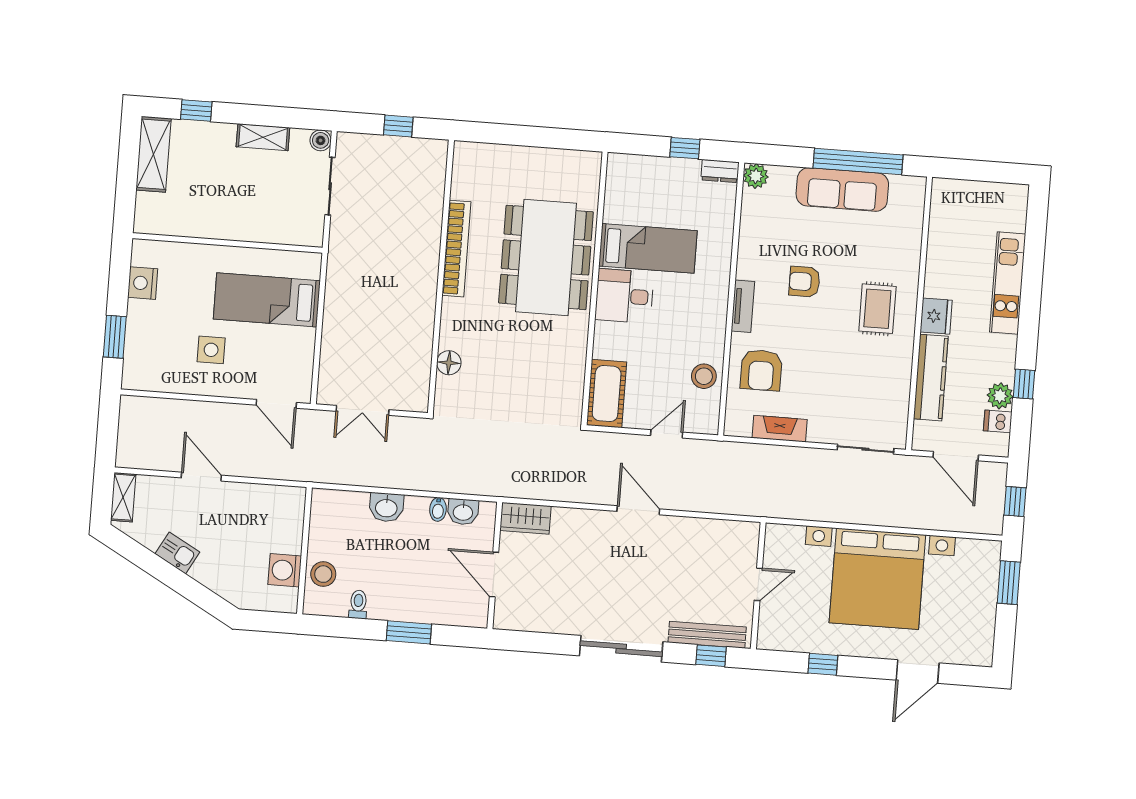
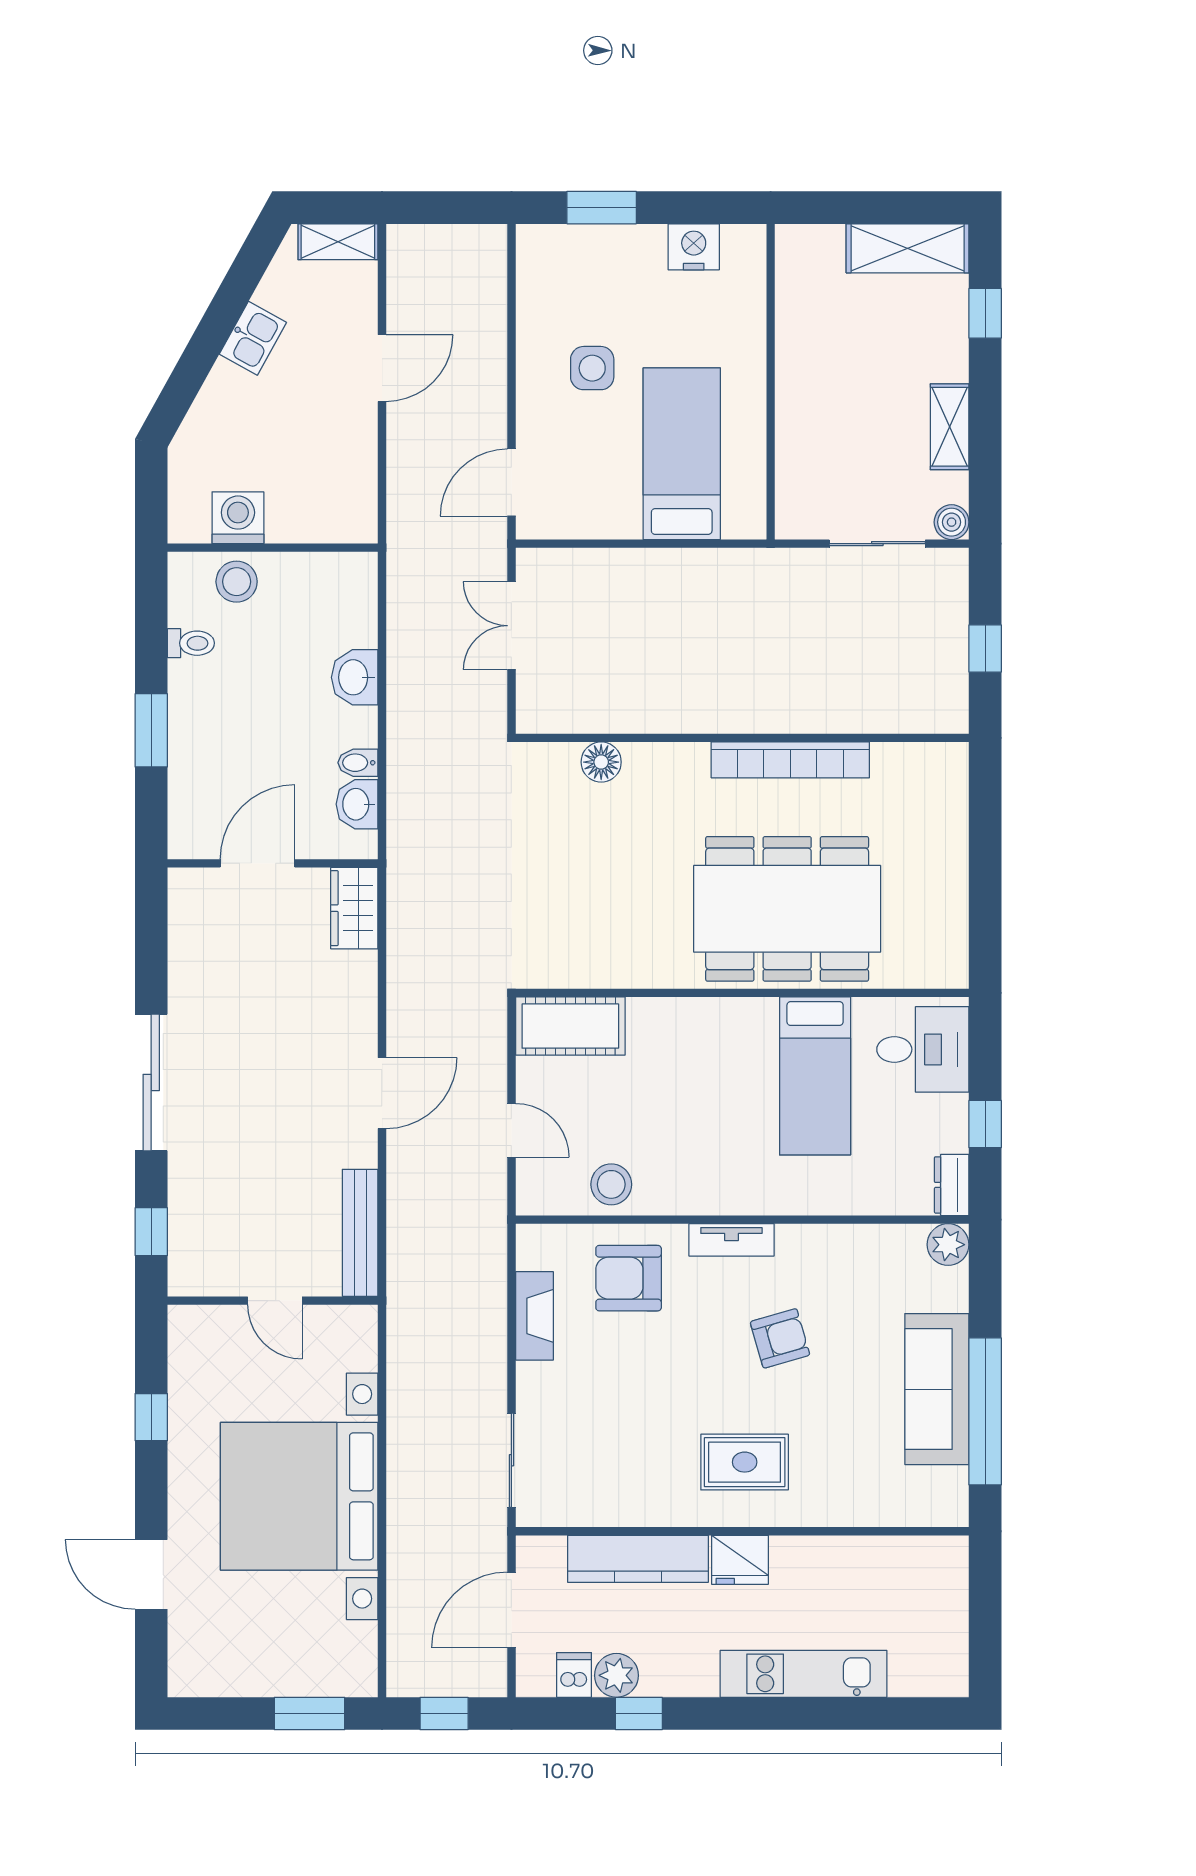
armchair: (805, 282) -> (780, 1338), turned 74
desk: (624, 296) -> (923, 1049), moved, turned 90
bench: (707, 635) -> (360, 1233), moved

